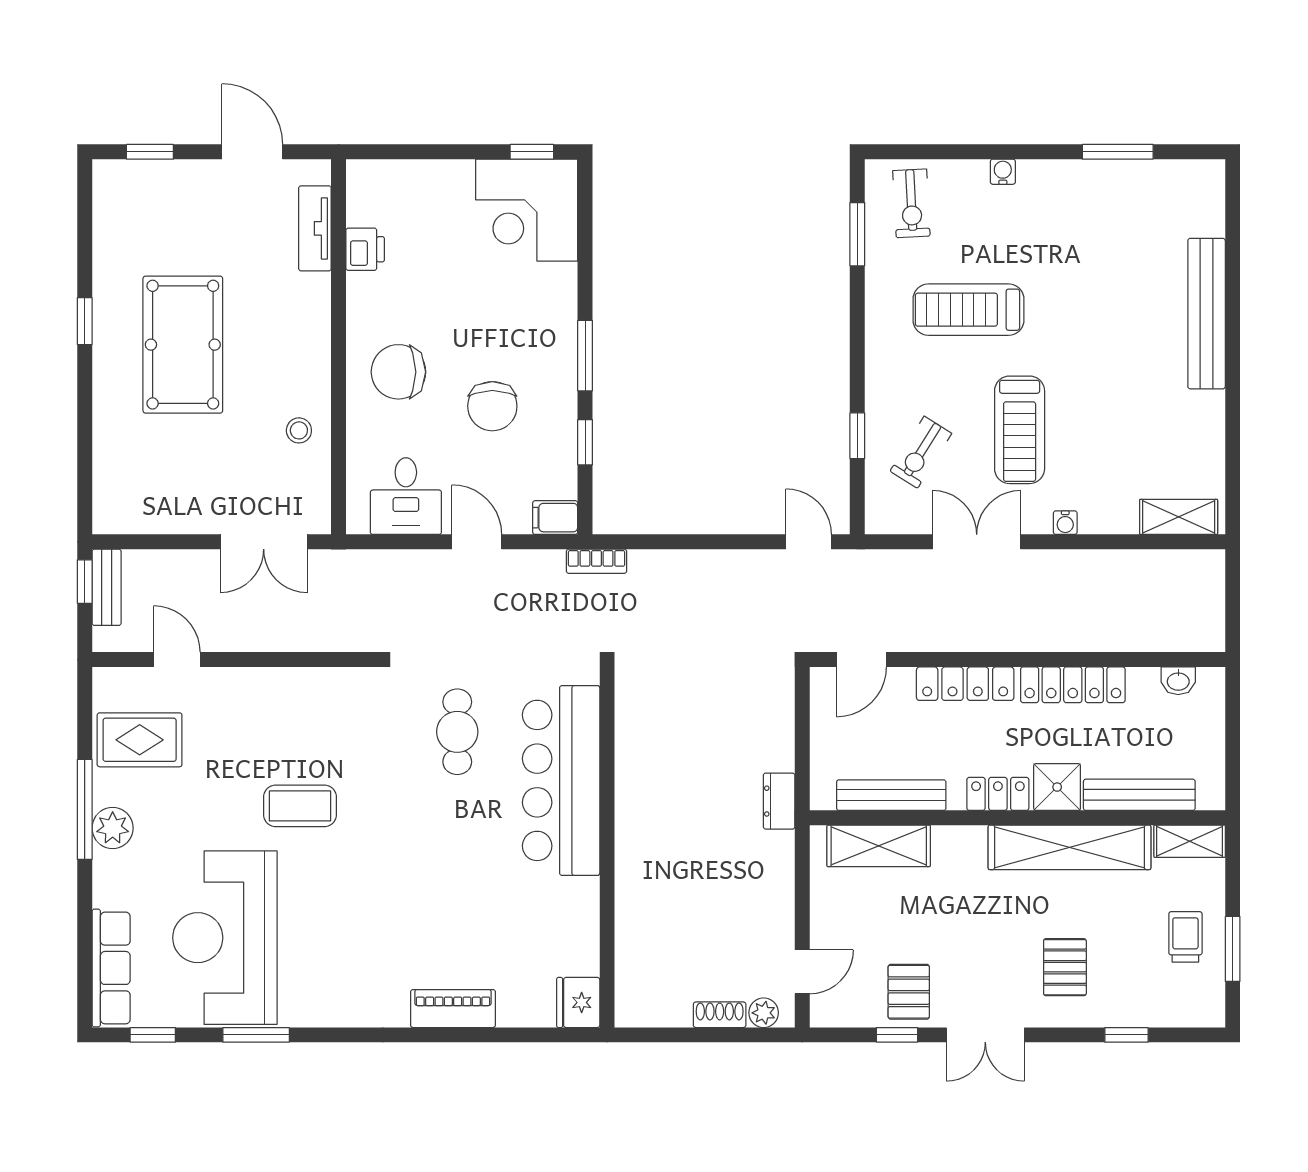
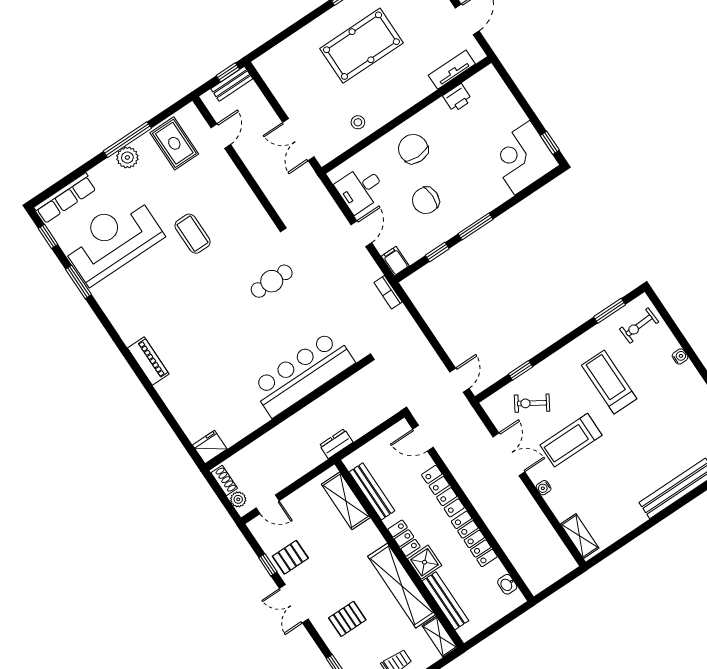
bar counter: (561, 780) -> (303, 374), moved
wall: (607, 847) -> (287, 414), moved
fridge: (578, 1002) -> (210, 447), moved

